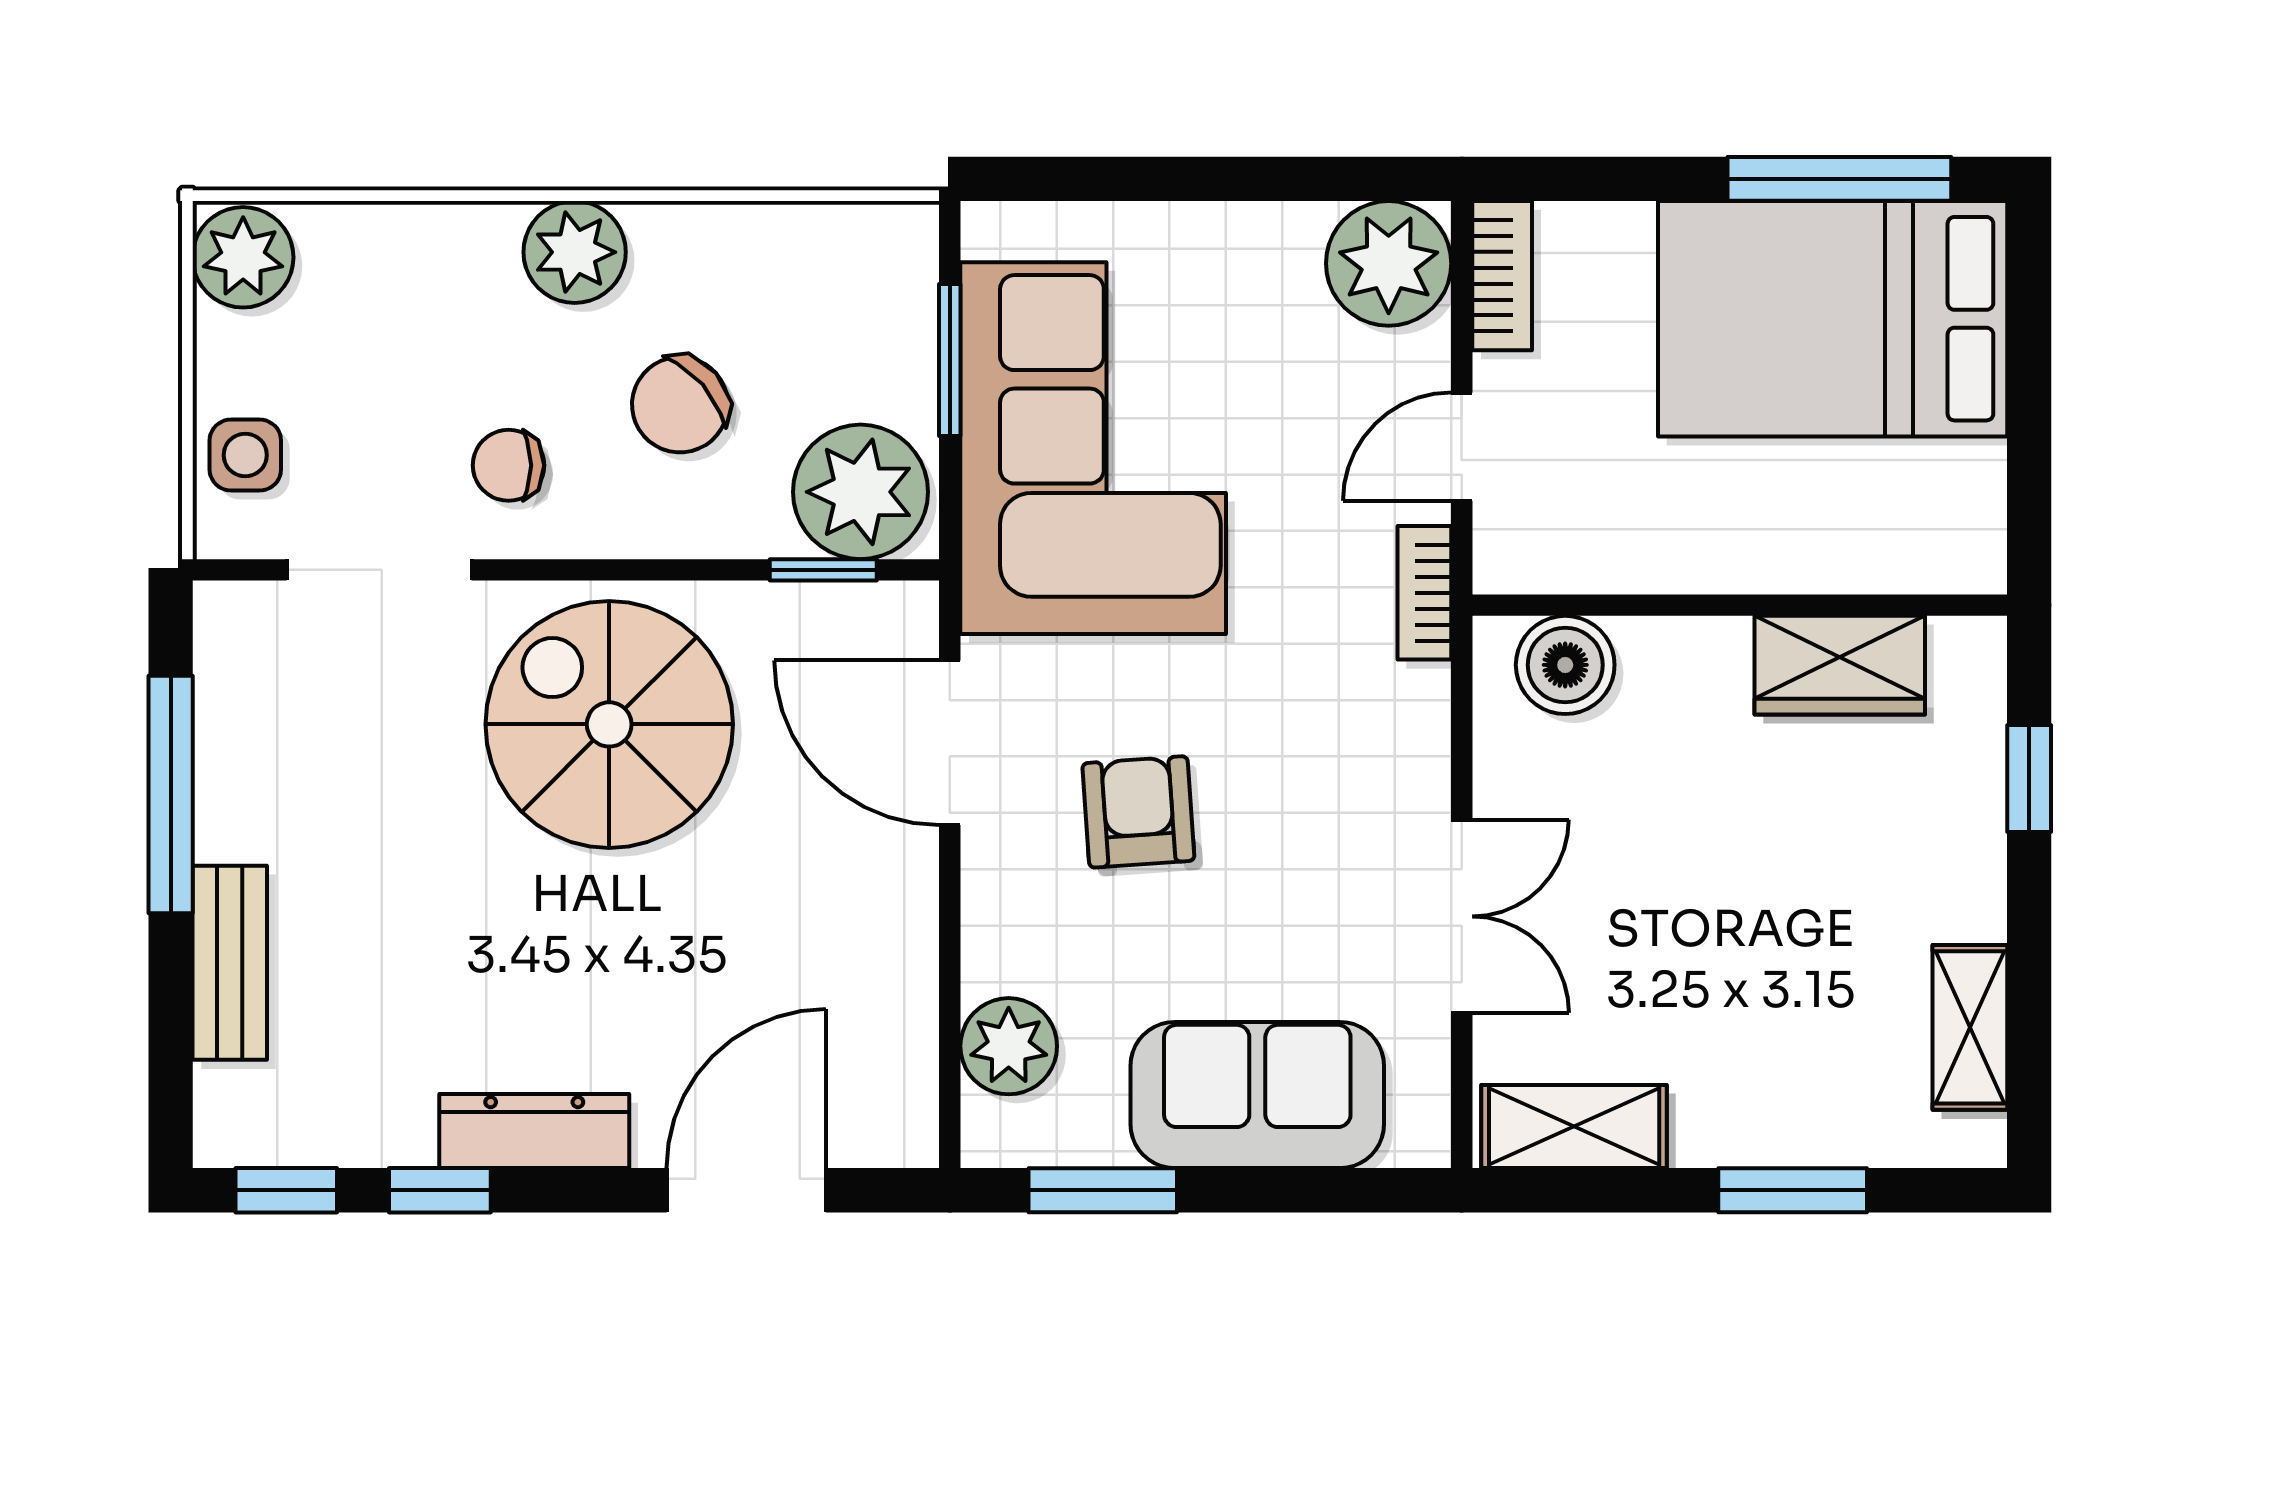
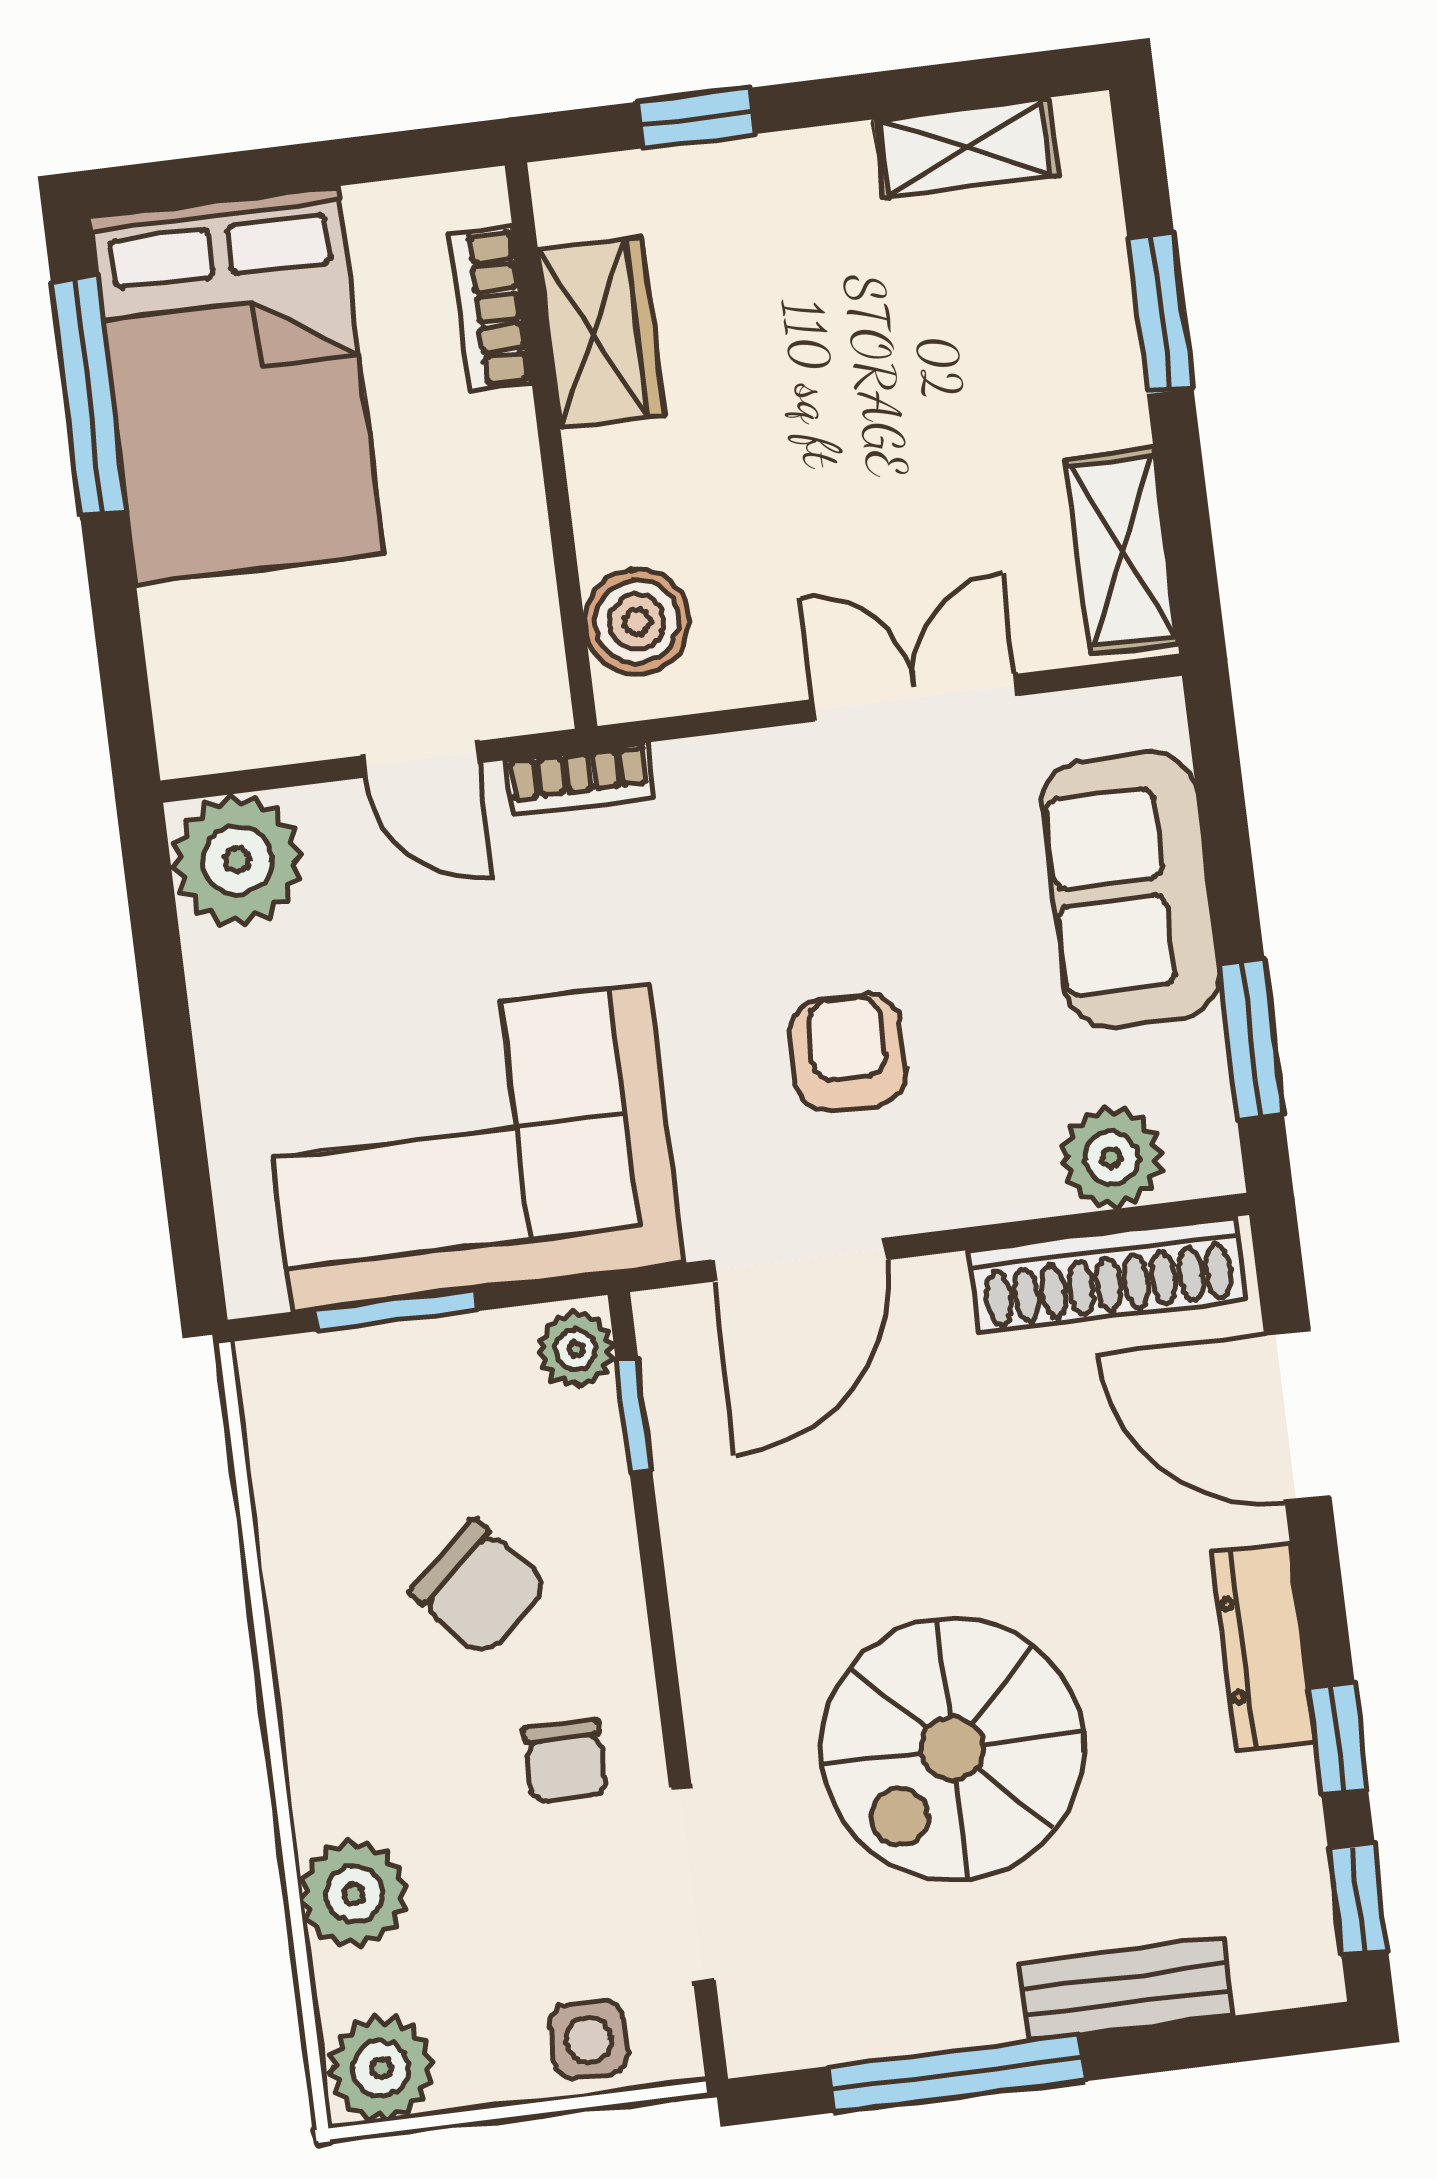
plant: (575, 252) -> (354, 1894), moved
bookcase: (1502, 276) -> (491, 309), moved, turned -90
plant: (860, 492) -> (576, 1349), width x0.53, depth x0.53
spiral stairs: (609, 724) -> (952, 1749), moved
armchair: (1138, 812) -> (848, 1052), turned 94
shoe rack: (900, 1029) -> (1107, 1275), added

